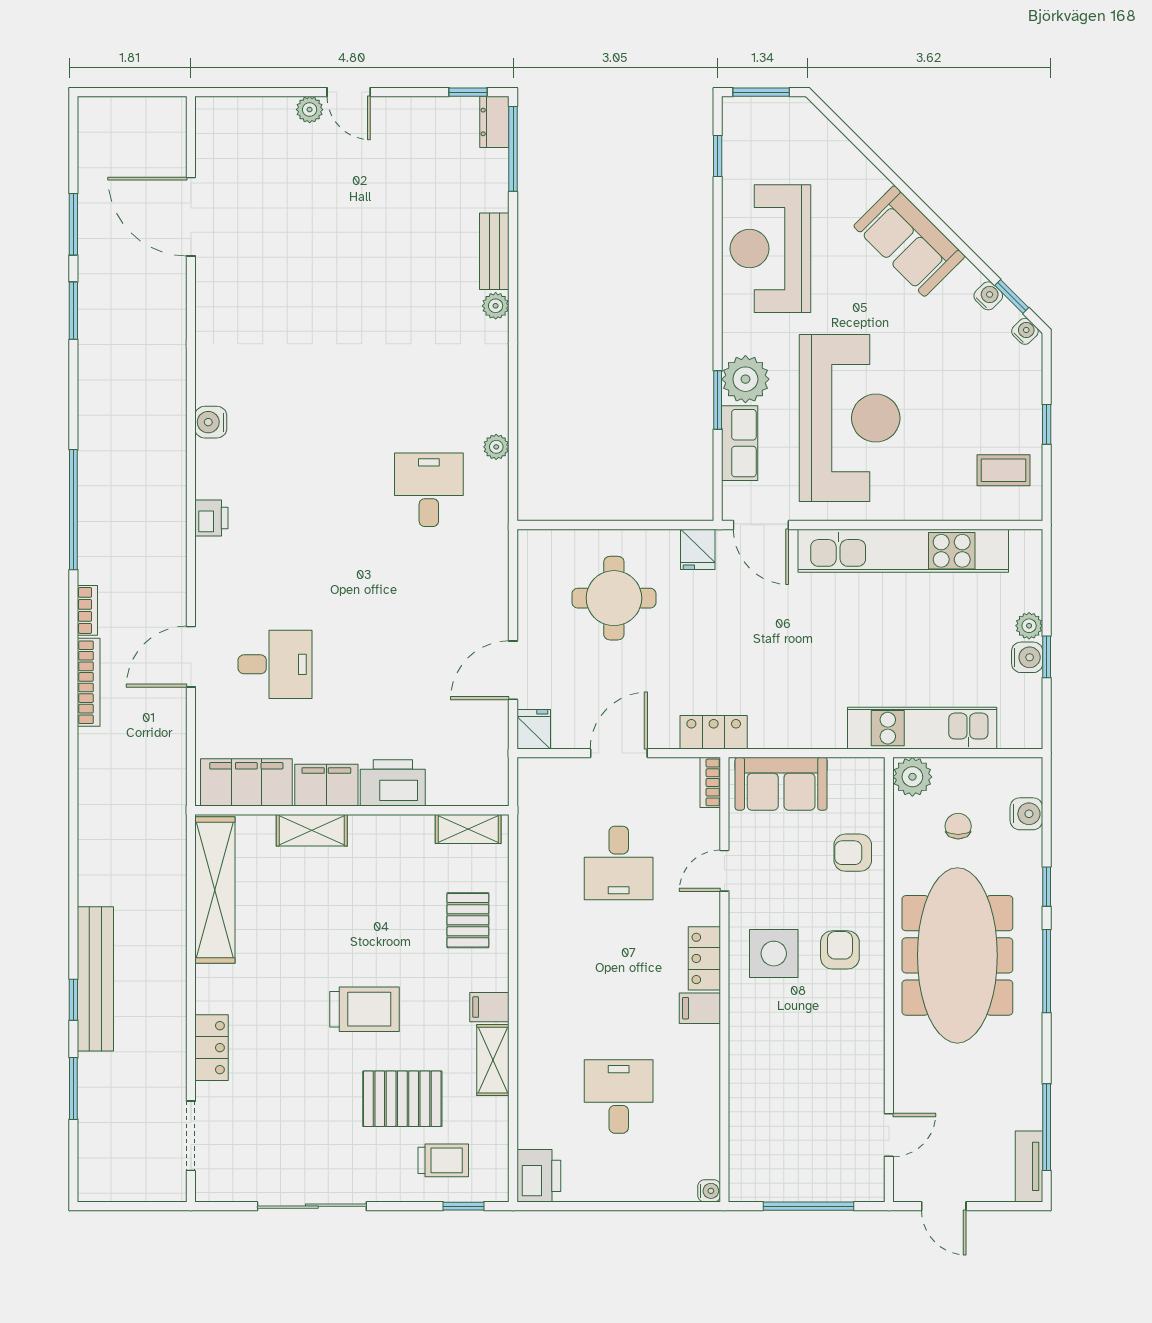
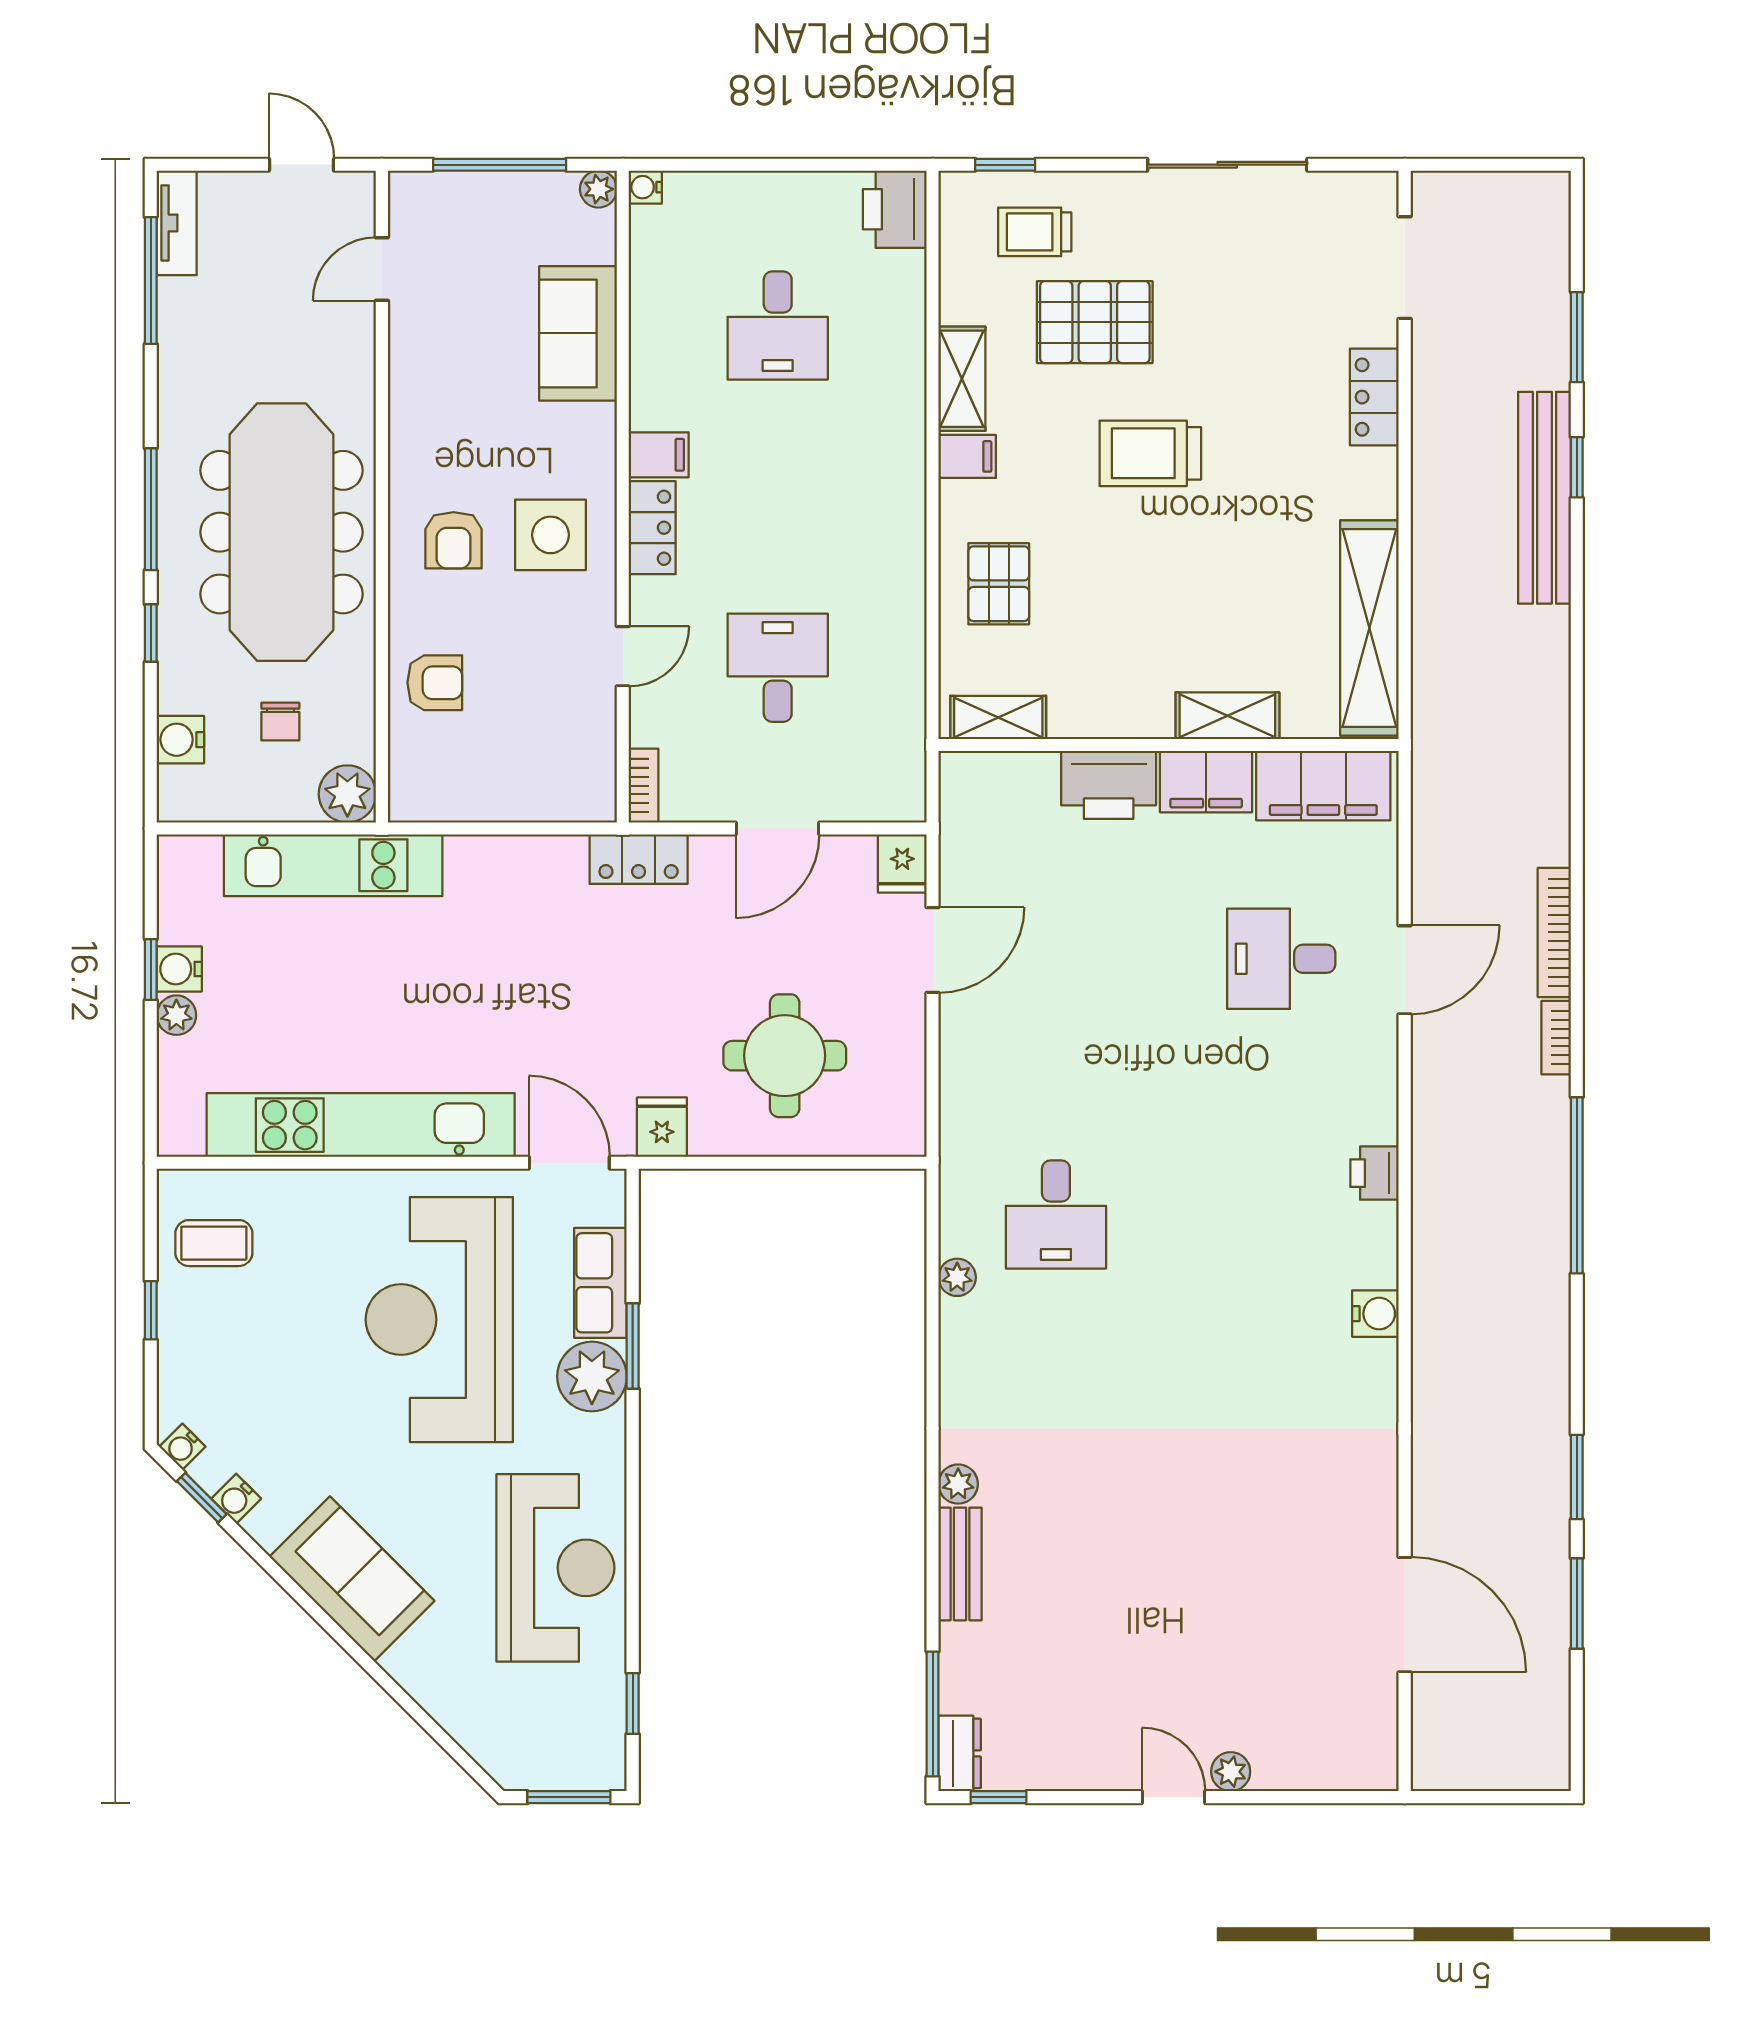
sofa: (781, 784) -> (578, 333), moved, turned -90
plant: (741, 1190) -> (598, 189), added

